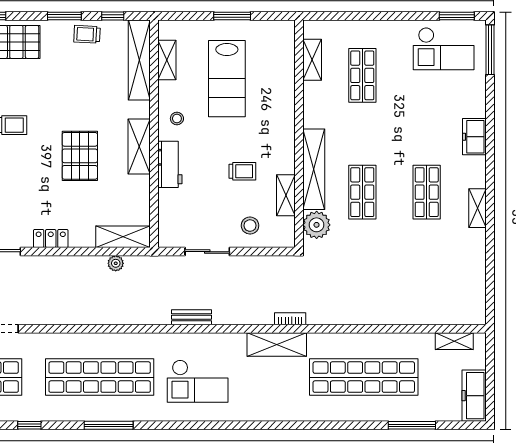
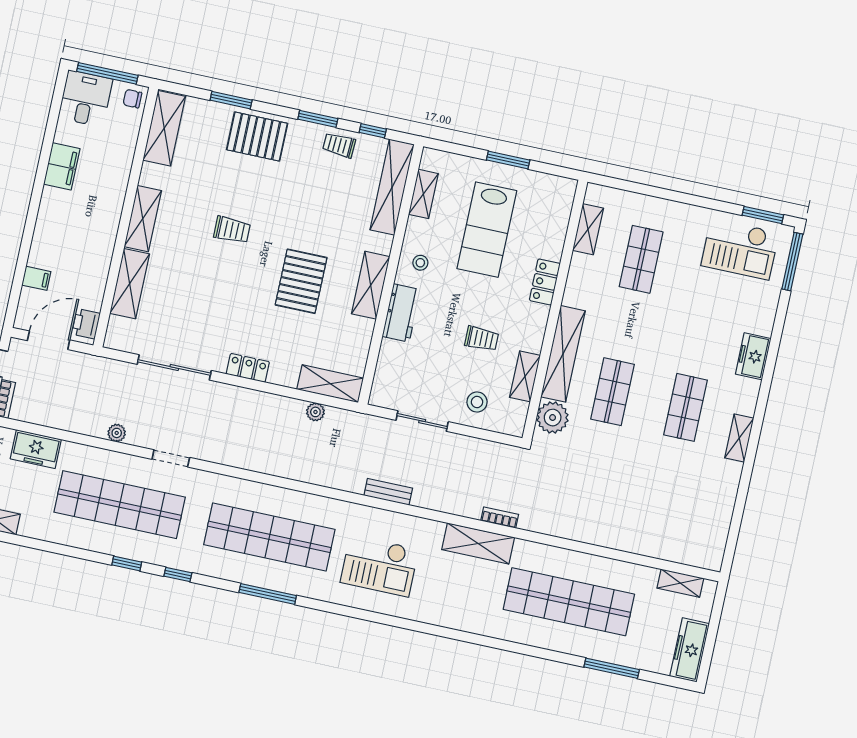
locker: (285, 112) -> (545, 282), added

